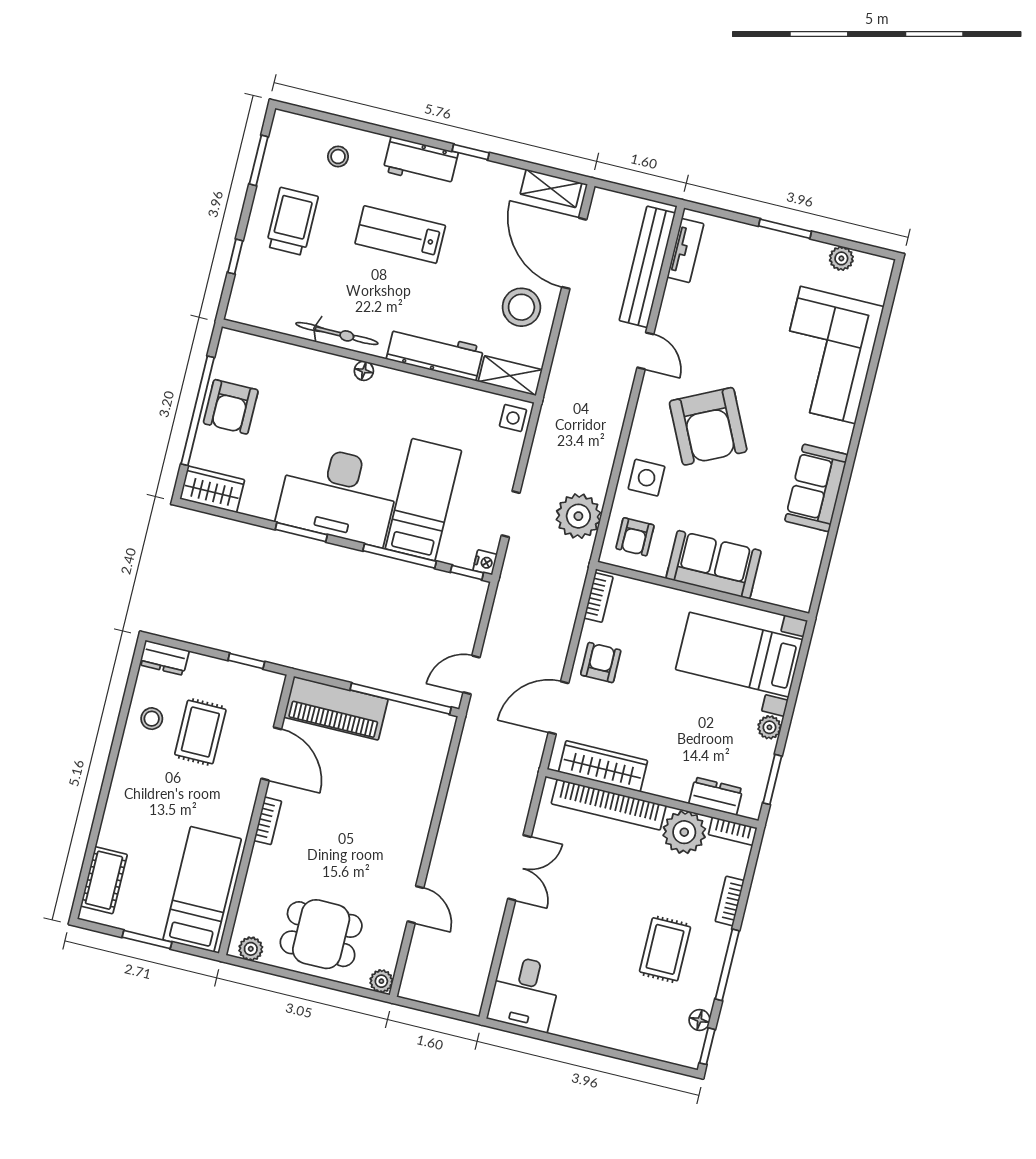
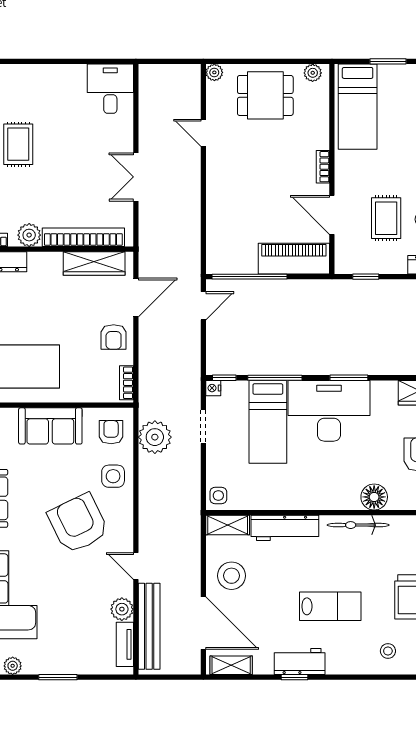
workbench: (420, 162) -> (300, 662), moved
plant: (678, 298) -> (122, 609), added
floor lamp: (364, 371) -> (374, 497), moved, width x1.89, depth x1.89
plant: (684, 832) -> (29, 235), width x0.73, depth x0.73

